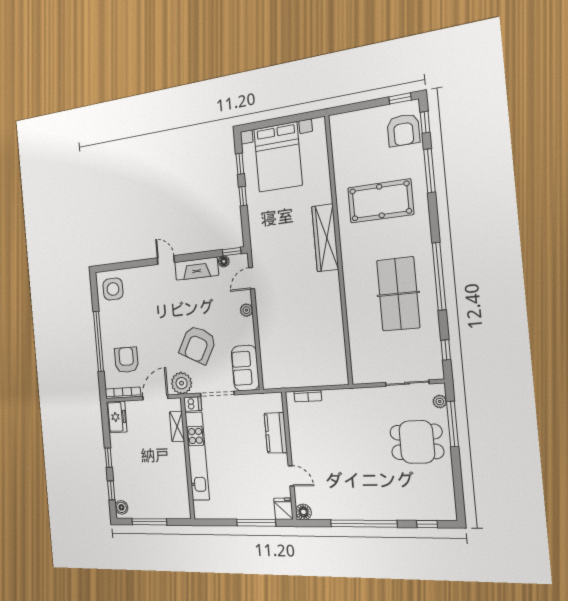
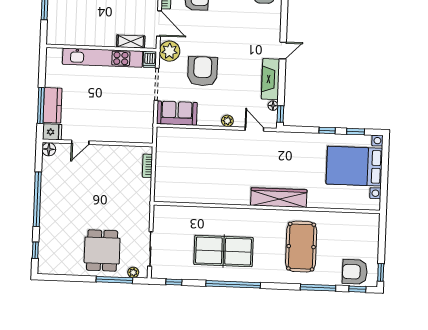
armchair: (198, 345) -> (203, 71), turned 62
kitchen counter: (276, 433) -> (53, 105), moved, turned 90

